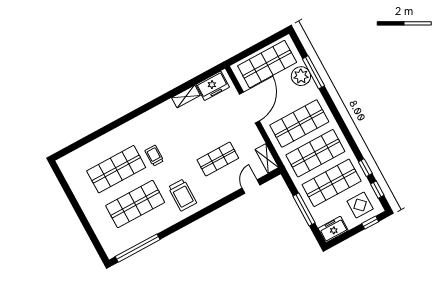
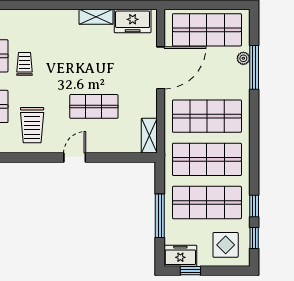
plant: (301, 76) -> (243, 58), width x0.53, depth x0.53
door: (251, 187) -> (75, 157), moved
window: (370, 223) -> (190, 271), moved

